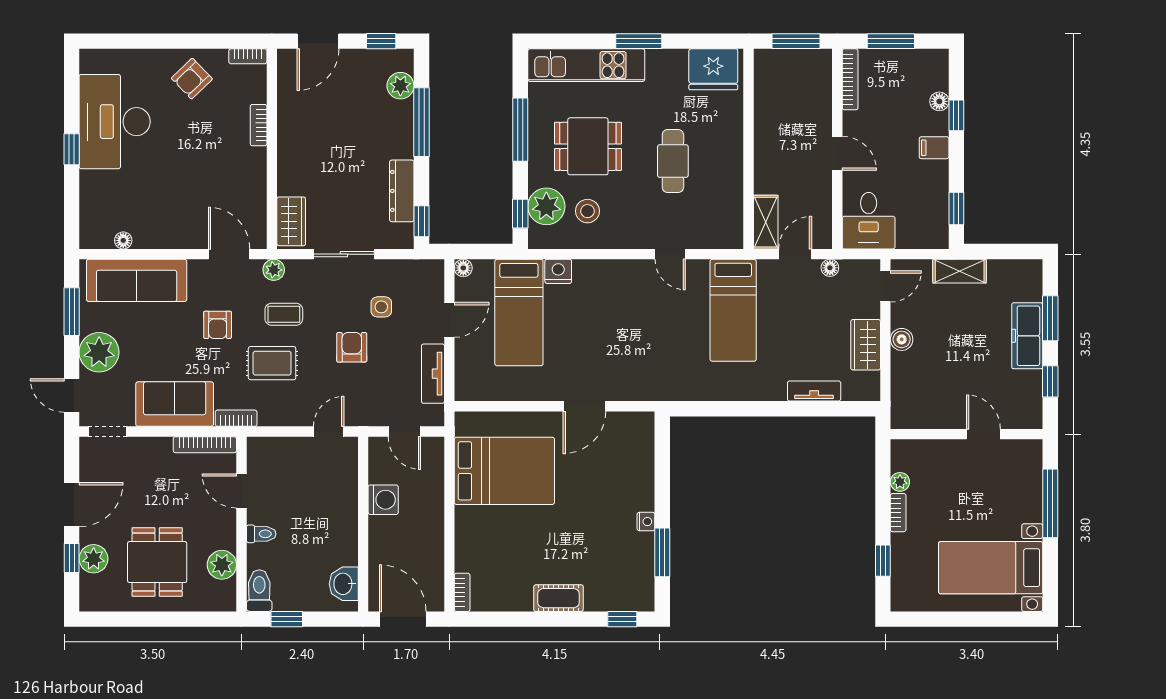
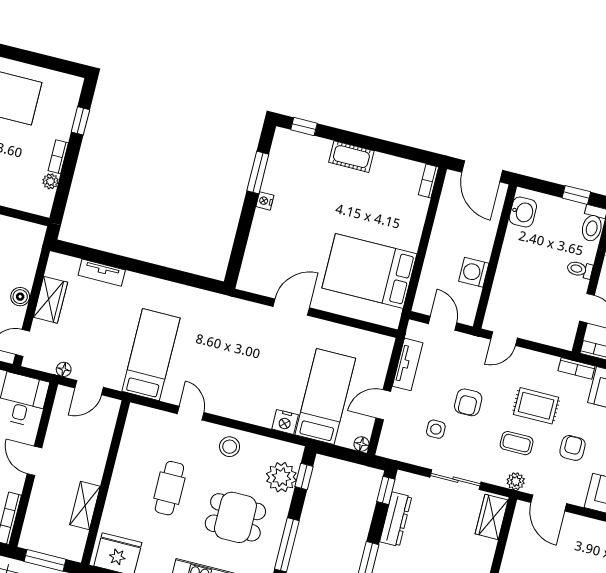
stool: (587, 211) -> (230, 447), moved
shelving: (766, 222) -> (85, 505), moved

